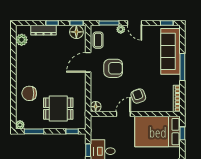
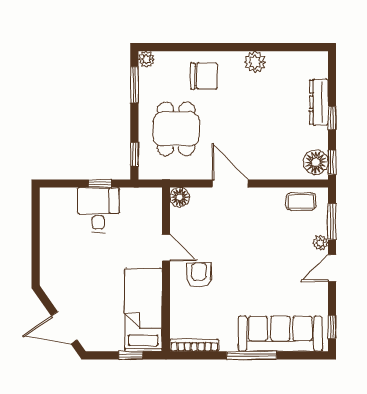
plant: (22, 40) -> (255, 62), moved
door: (88, 62) -> (230, 184), moved
armchair: (113, 68) -> (250, 229), removed
chair: (29, 93) -> (204, 76), turned 90
armchair: (138, 96) -> (199, 275), turned -70
bed: (158, 132) -> (143, 310), width x0.67

